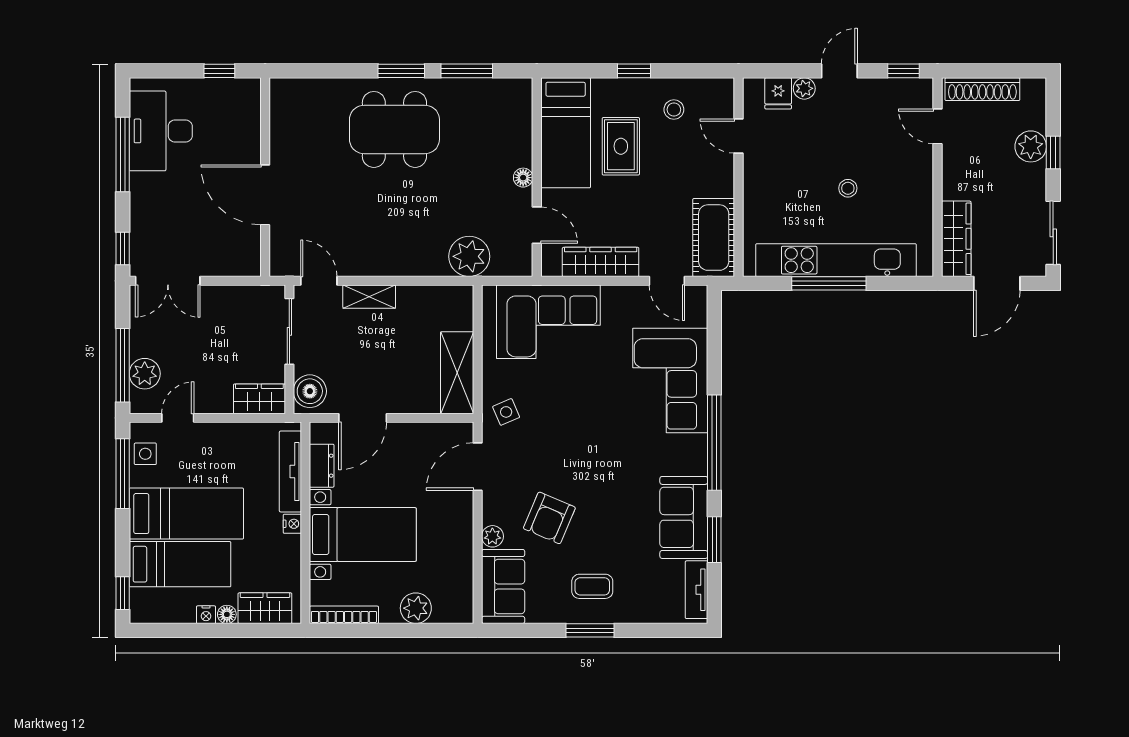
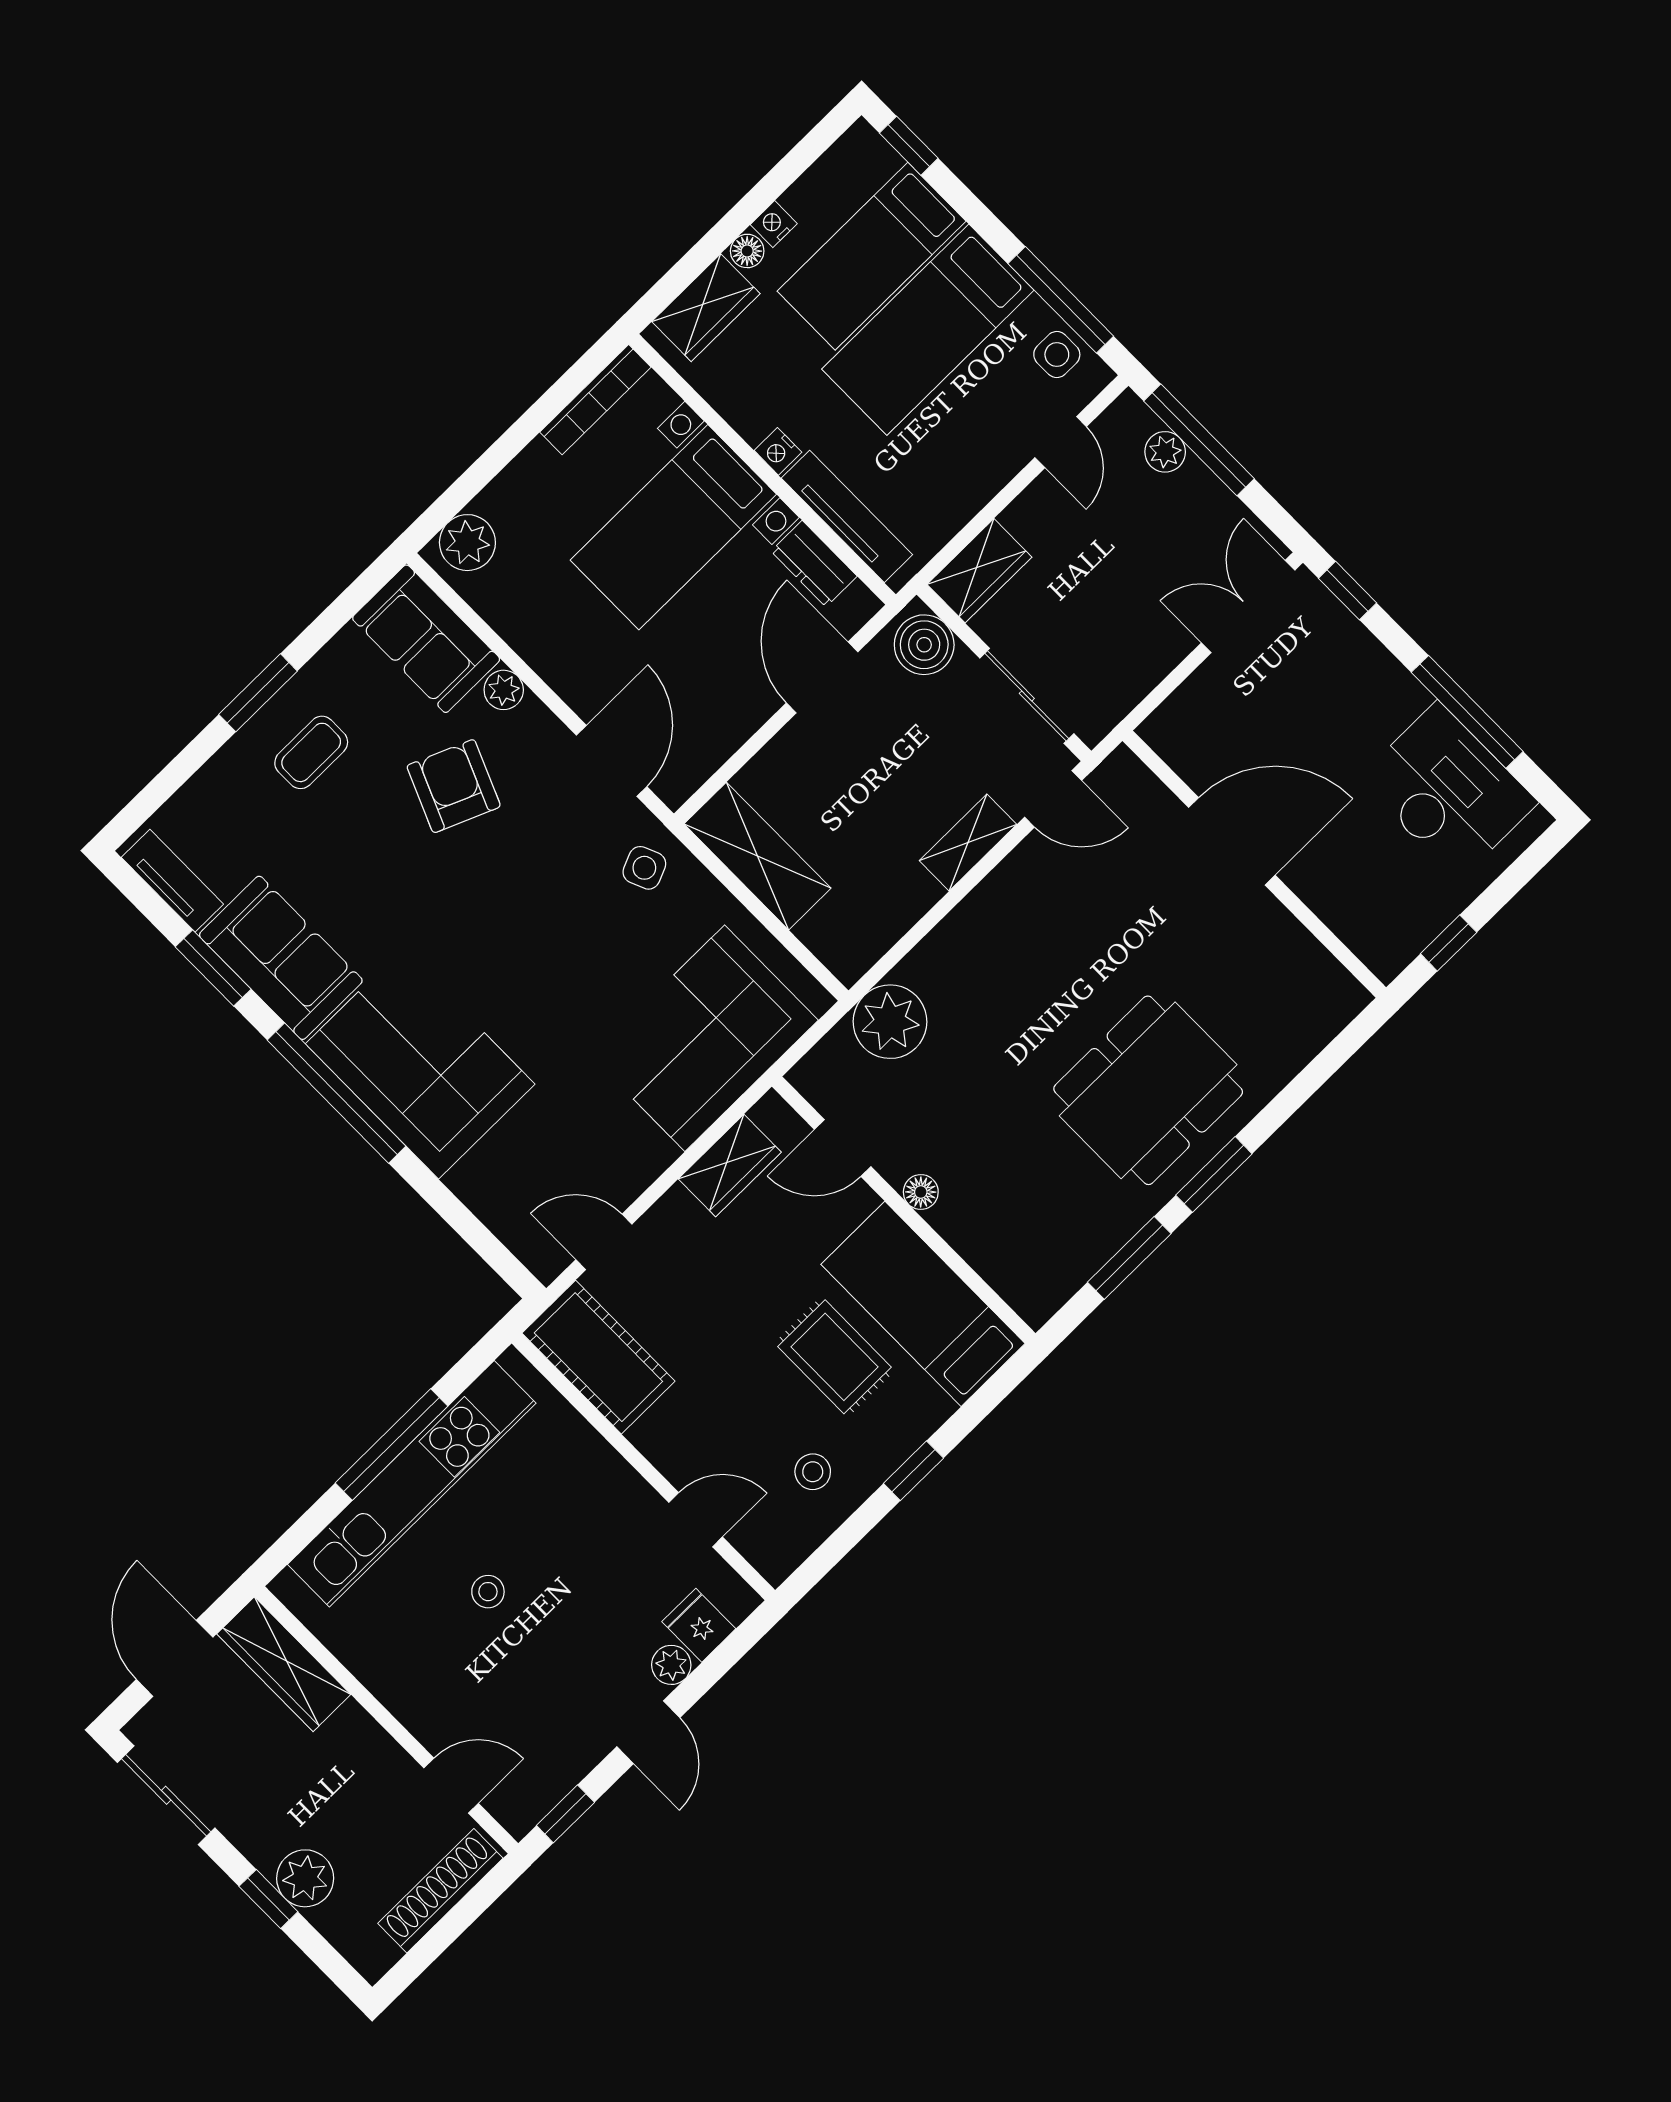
wardrobe: (601, 262) -> (730, 1165), width x0.67
plant: (145, 374) -> (1165, 452), width x0.73, depth x0.73
corner sofa: (670, 380) -> (420, 1064), moved
plant: (416, 608) -> (467, 543), moved

